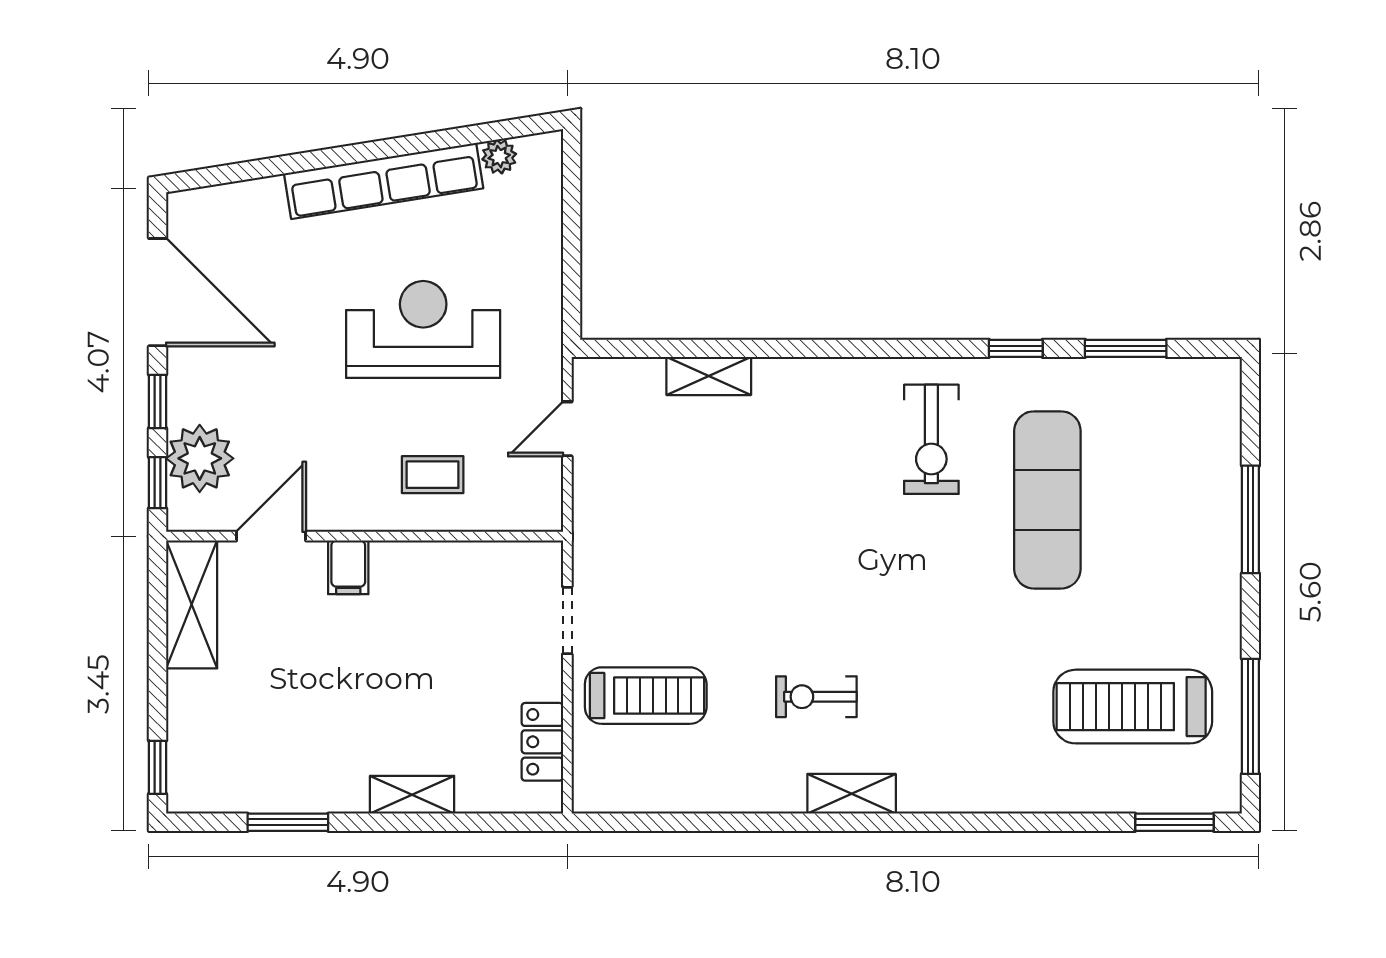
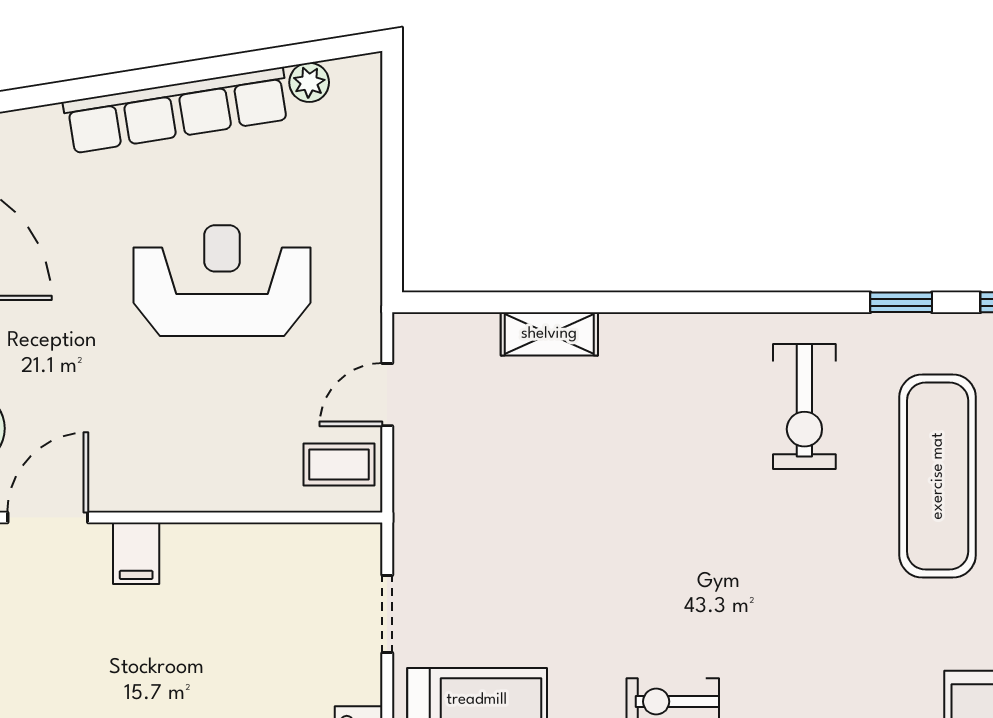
coffee table: (433, 475) -> (339, 464), moved

